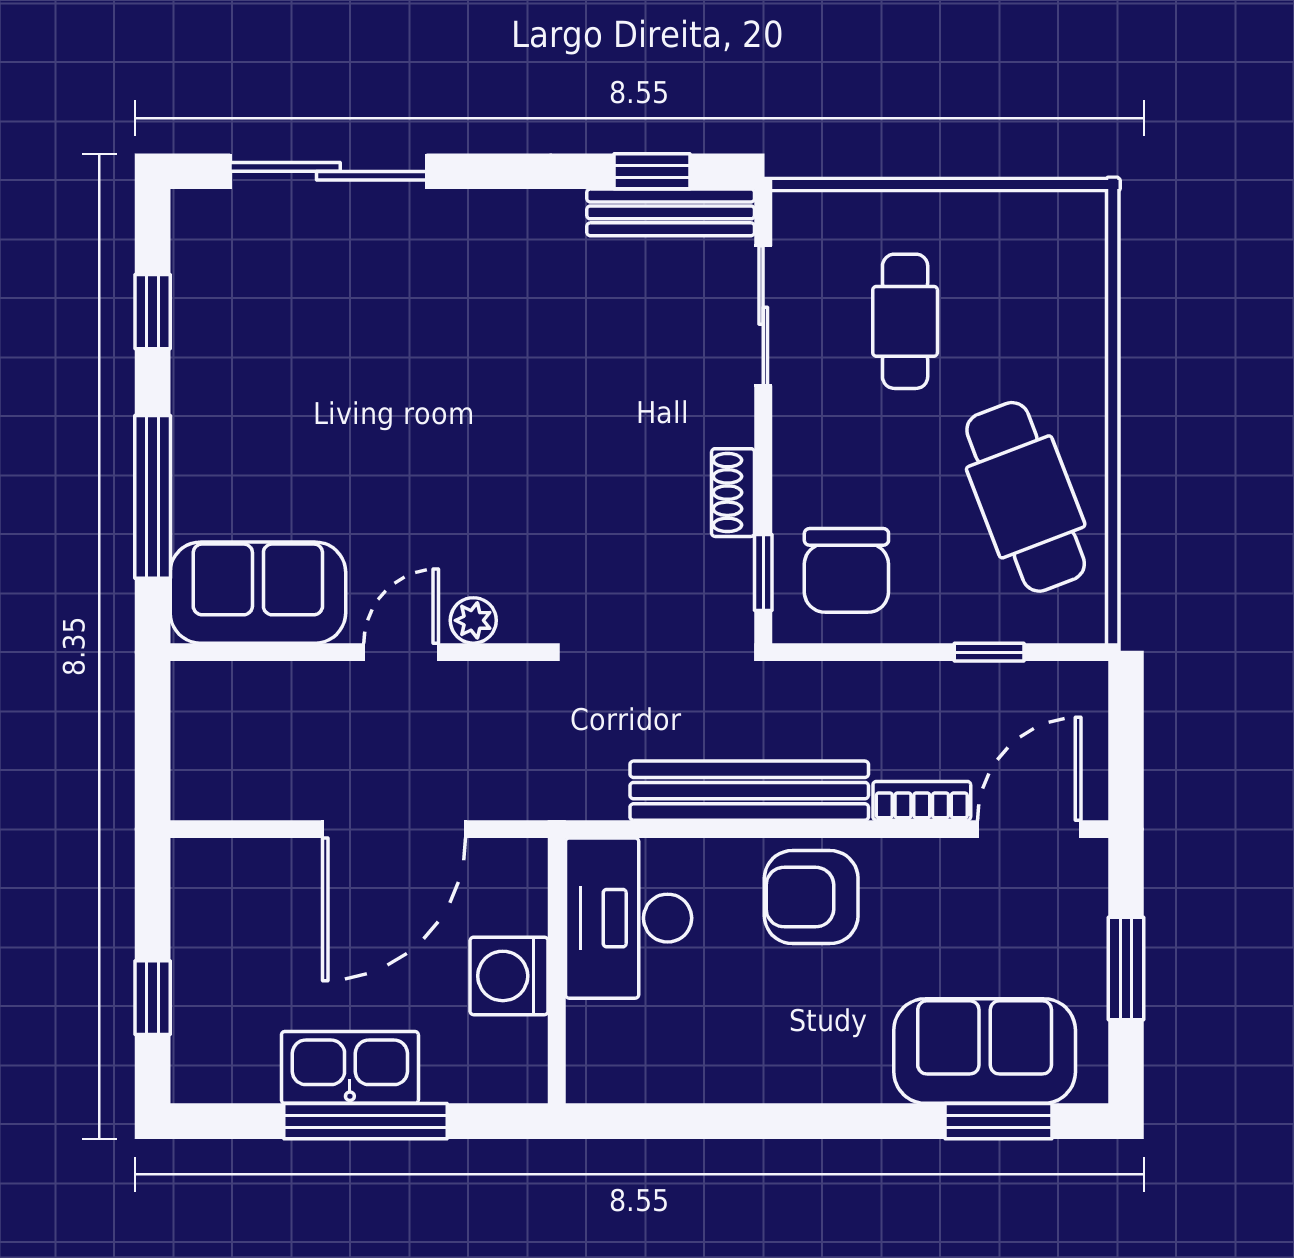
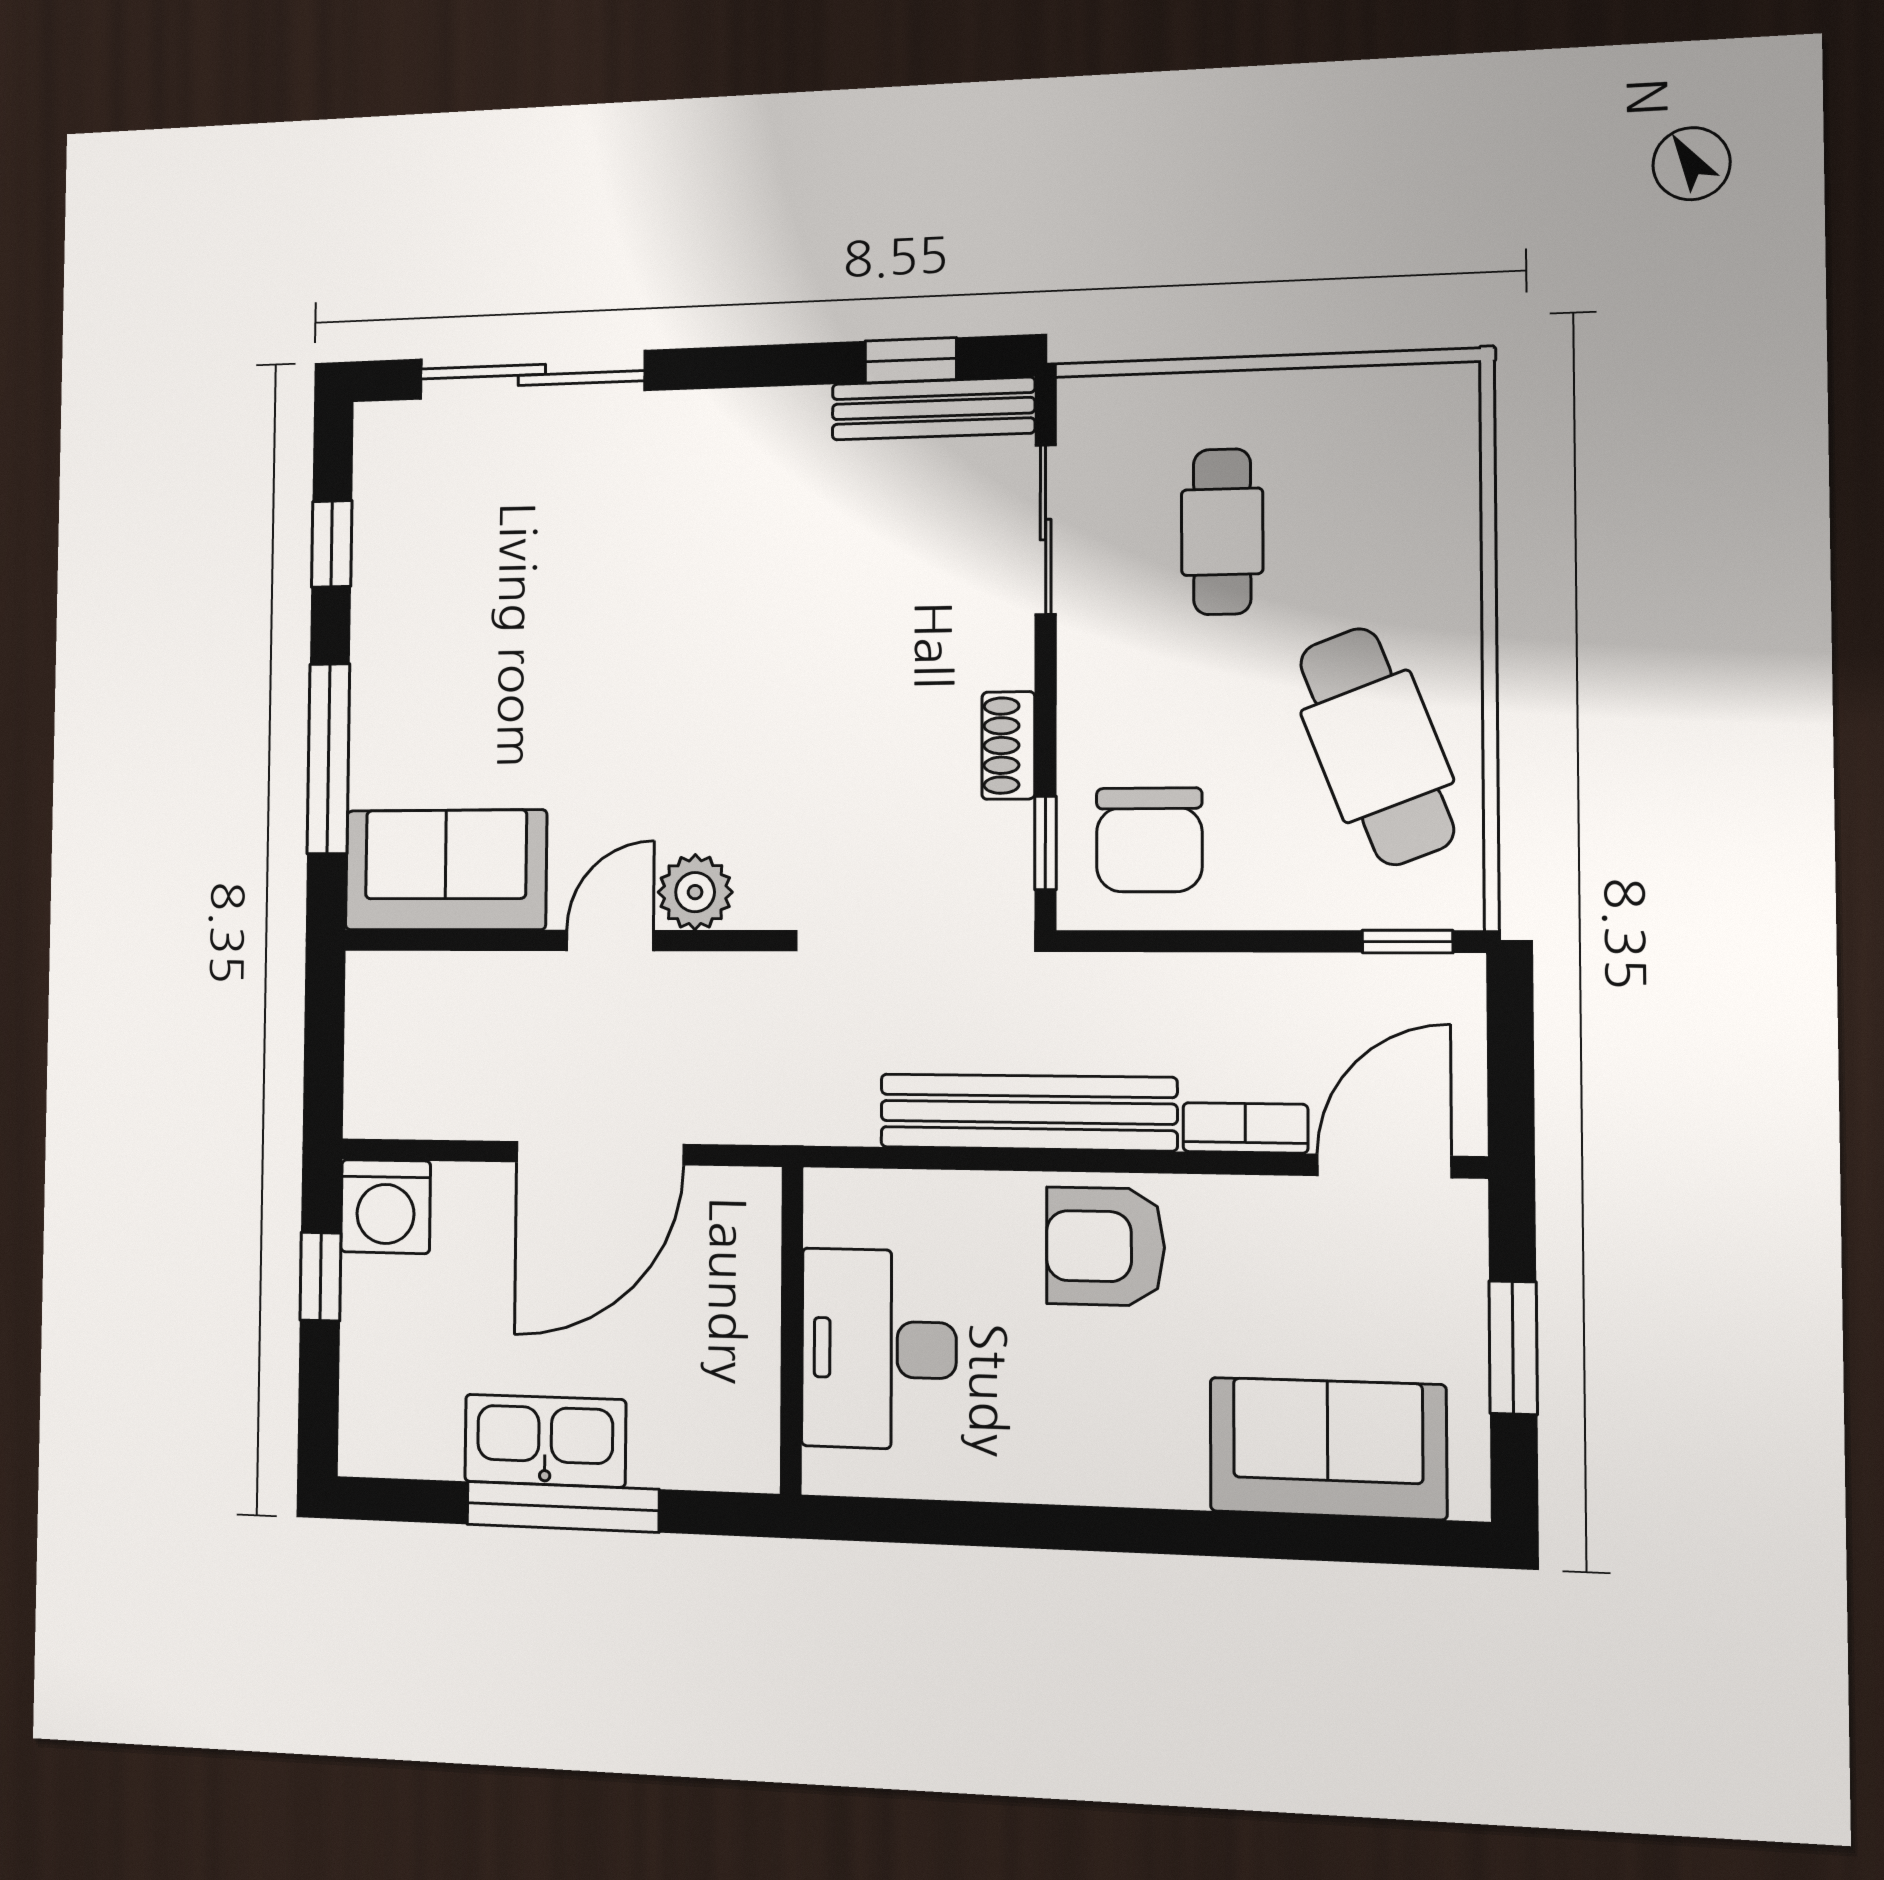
plant: (473, 620) -> (695, 892), width x1.38, depth x1.38
window: (989, 652) -> (1407, 941), moved
desk: (629, 918) -> (879, 1349), moved
washing machine: (509, 976) -> (386, 1207), moved, turned -90
window: (153, 998) -> (320, 1277), moved
window: (998, 1121) -> (1346, 1539), removed

